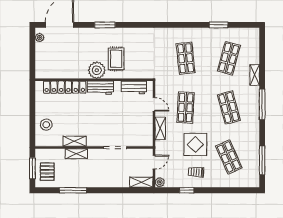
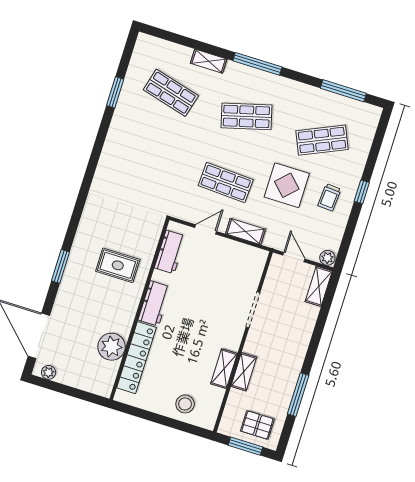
shop shelf: (186, 58) -> (150, 159), removed
plant: (97, 70) -> (112, 347), moved
window: (187, 190) -> (362, 192), moved

